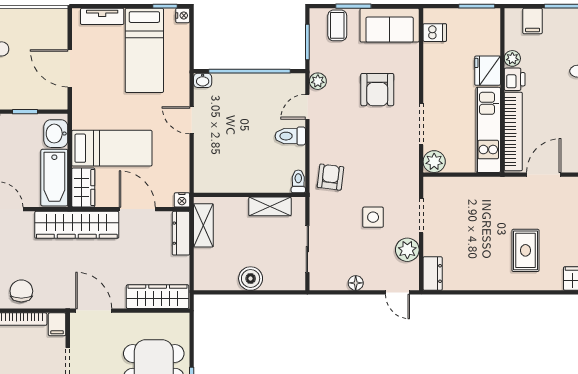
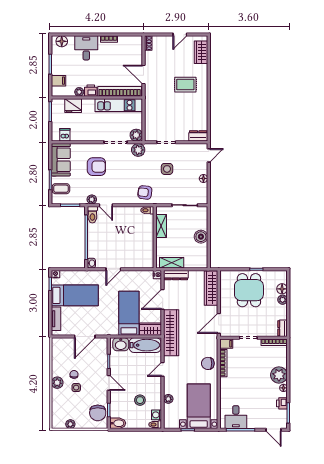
fridge: (488, 71) -> (73, 106), moved
toilet: (290, 136) -> (92, 215), moved
plant: (407, 250) -> (138, 150), moved

